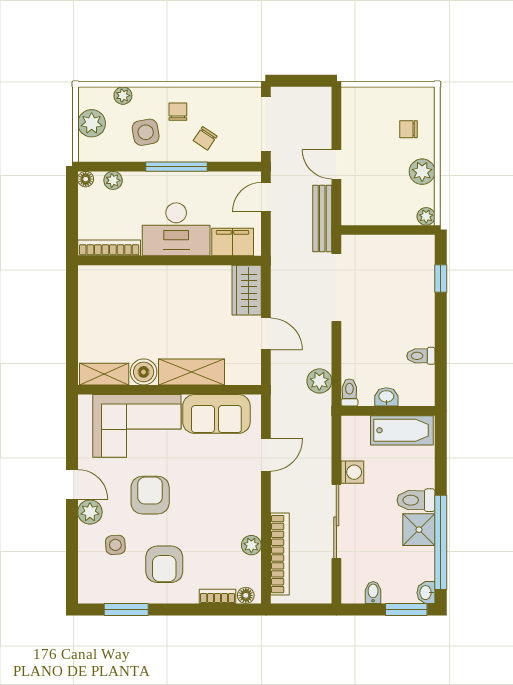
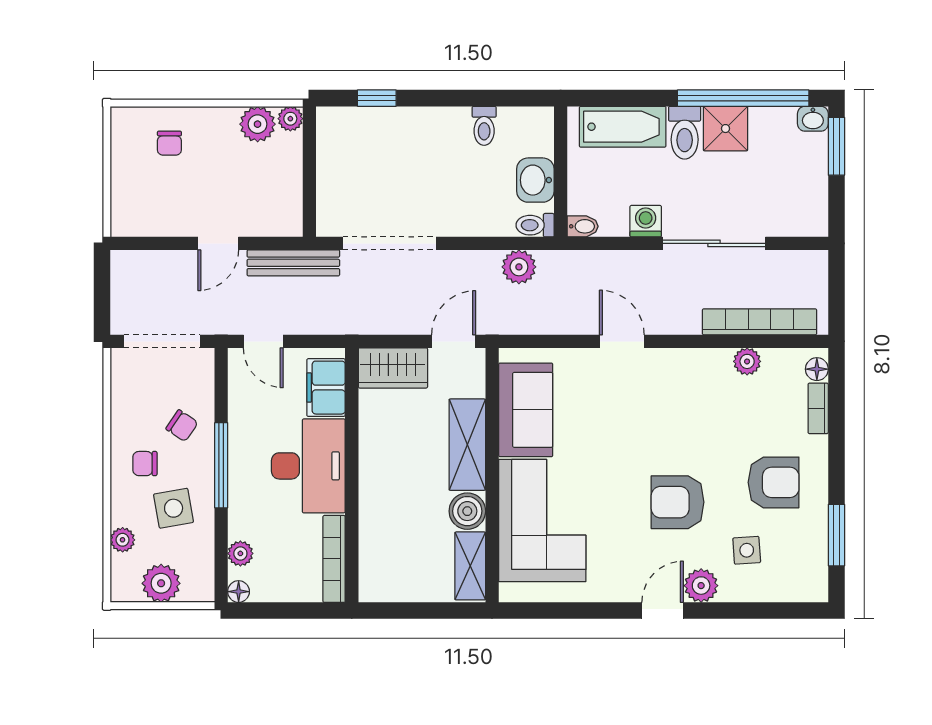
plant: (422, 172) -> (258, 124), moved
boiler: (144, 372) -> (467, 511), moved
shelving: (191, 372) -> (467, 445), moved
shelving: (104, 374) -> (470, 566), moved
wall: (169, 390) -> (492, 475), moved
washbasin: (386, 397) -> (535, 180), width x1.38, depth x1.45
sofa: (216, 414) -> (526, 410), moved
corner sofa: (137, 426) -> (542, 520), moved
bathtub: (402, 430) -> (623, 127), moved, turned 90
bidet: (373, 592) -> (583, 226), moved, turned 180

